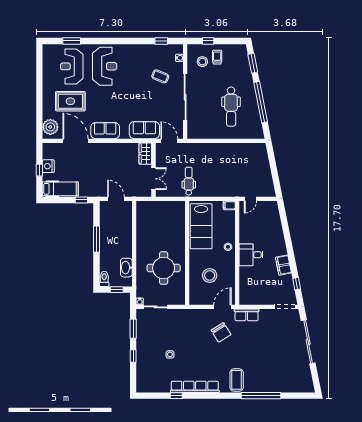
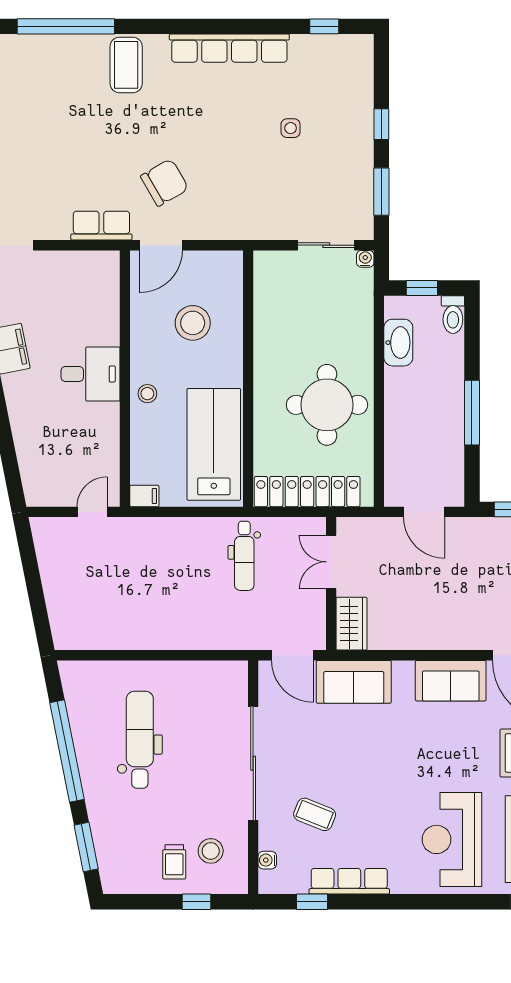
row of seats: (146, 49) -> (349, 881), added
locker: (163, 207) -> (307, 492), added
round table: (164, 268) -> (327, 405), moved
chair: (221, 332) -> (165, 182), turned 92
window: (176, 396) -> (324, 26), moved

